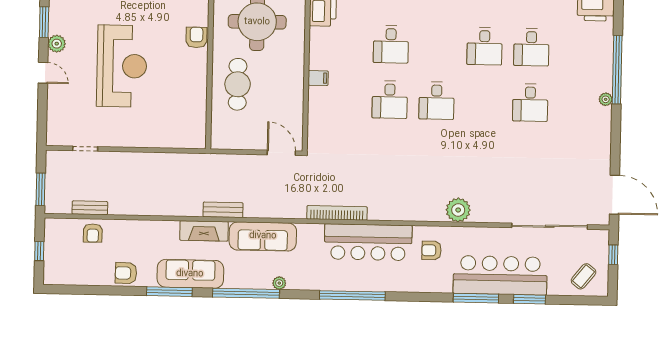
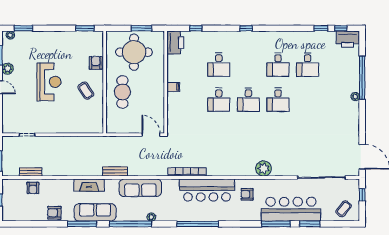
reception desk: (122, 66) -> (49, 82), width x0.74, depth x0.77
coffee table: (180, 81) -> (86, 91), added
desk: (530, 103) -> (278, 100), moved
fireplace: (204, 231) -> (89, 185), moved

